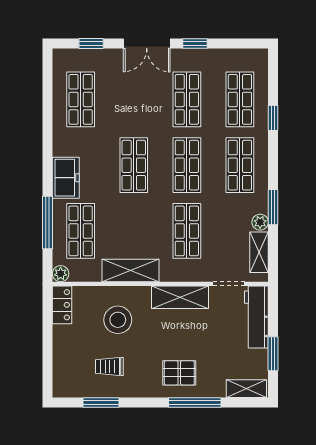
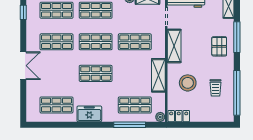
window: (91, 44) -> (23, 99), removed
window: (195, 44) -> (23, 12), moved
freezer: (66, 178) -> (89, 114), moved
window: (101, 402) -> (237, 93), width x2.11

